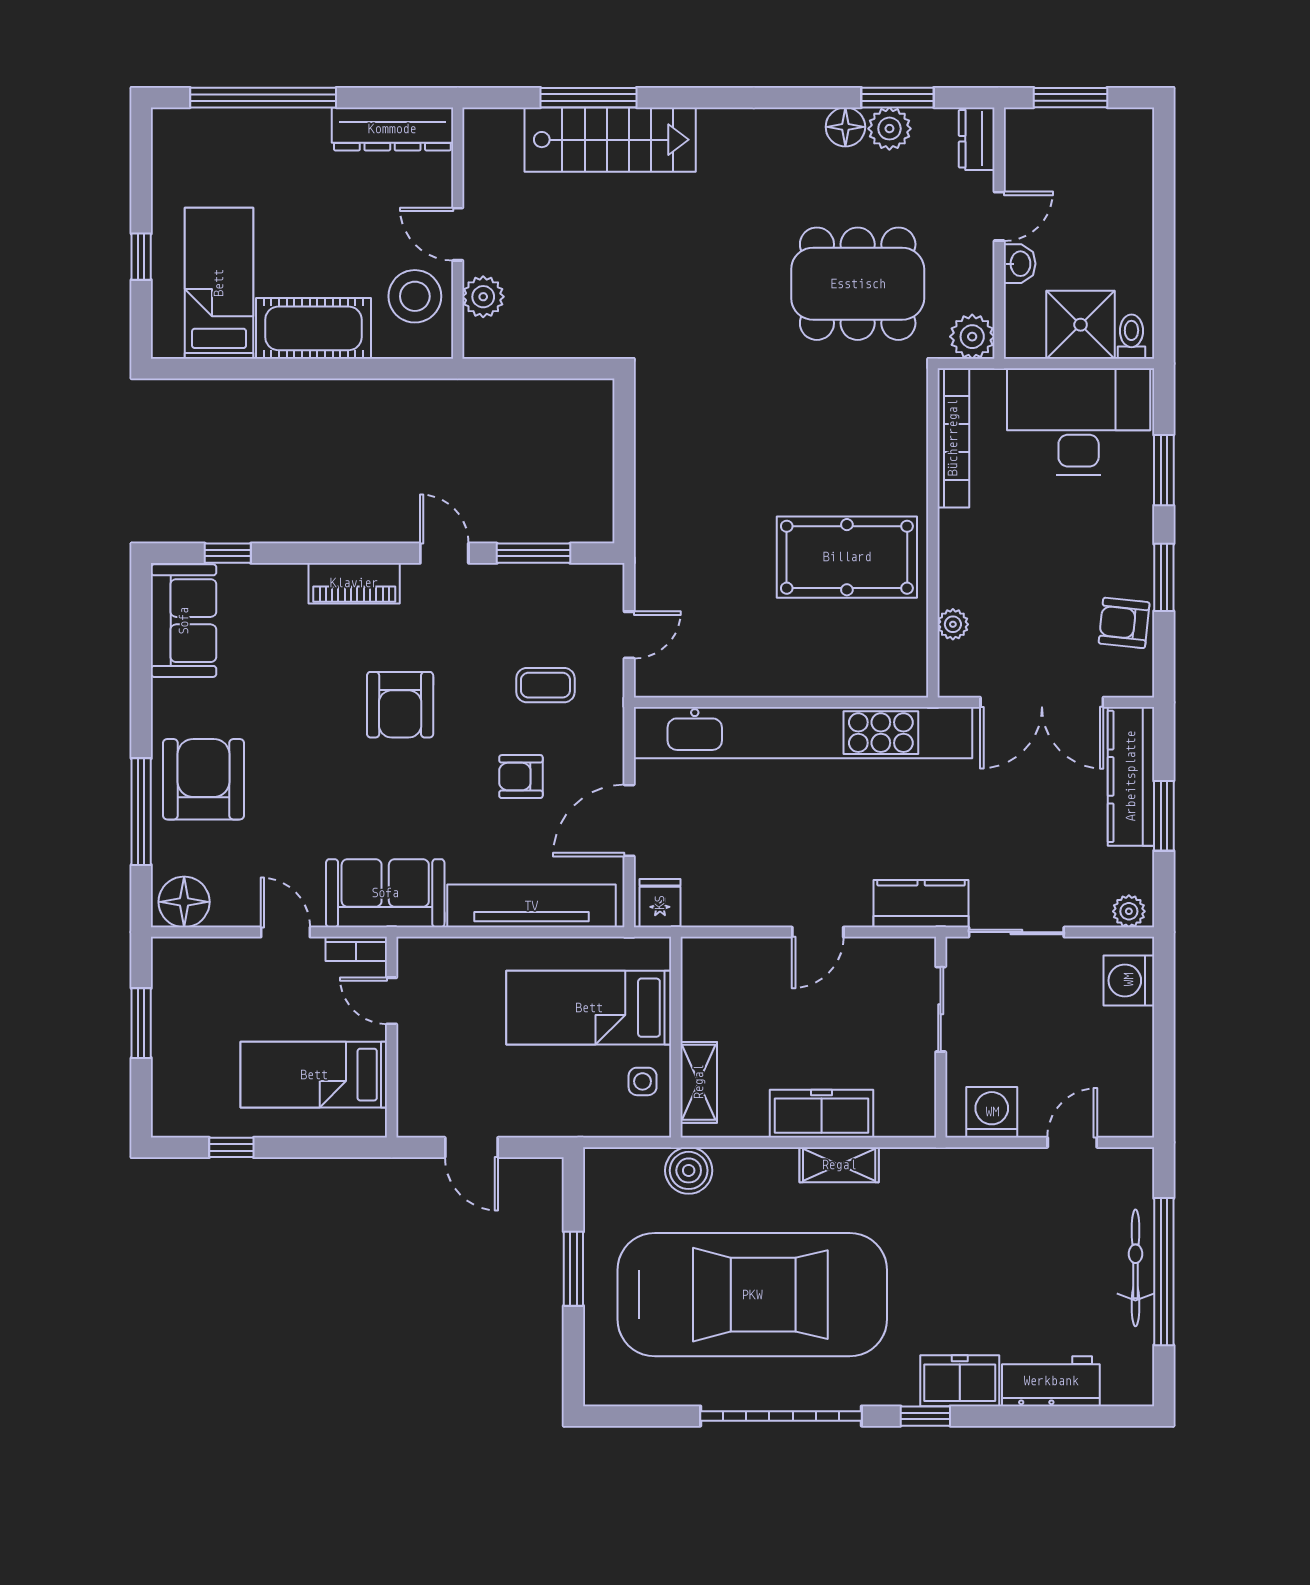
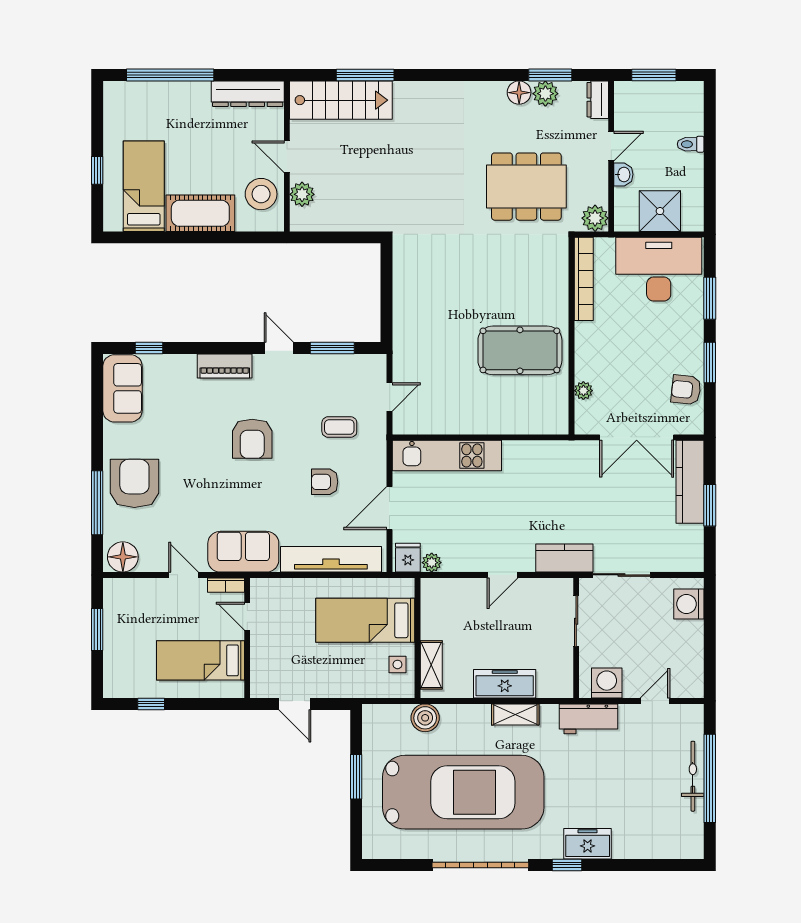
stairs: (610, 140) -> (341, 100), moved
toilet: (1131, 337) -> (691, 144), moved, turned -90
kitchen unit: (803, 733) -> (447, 455), width x0.54
plant: (1129, 911) -> (432, 563), moved
workbench: (1051, 1381) -> (589, 719), moved, turned 180

